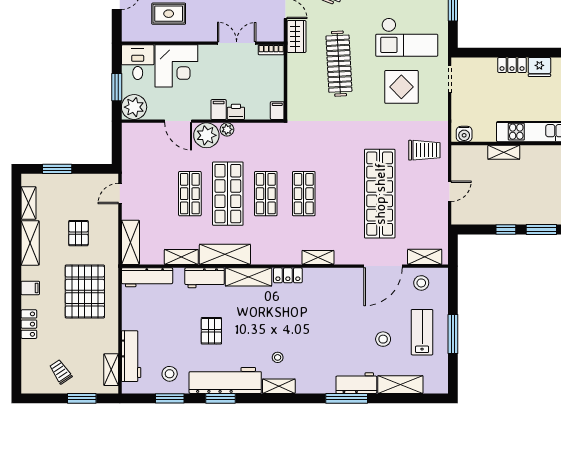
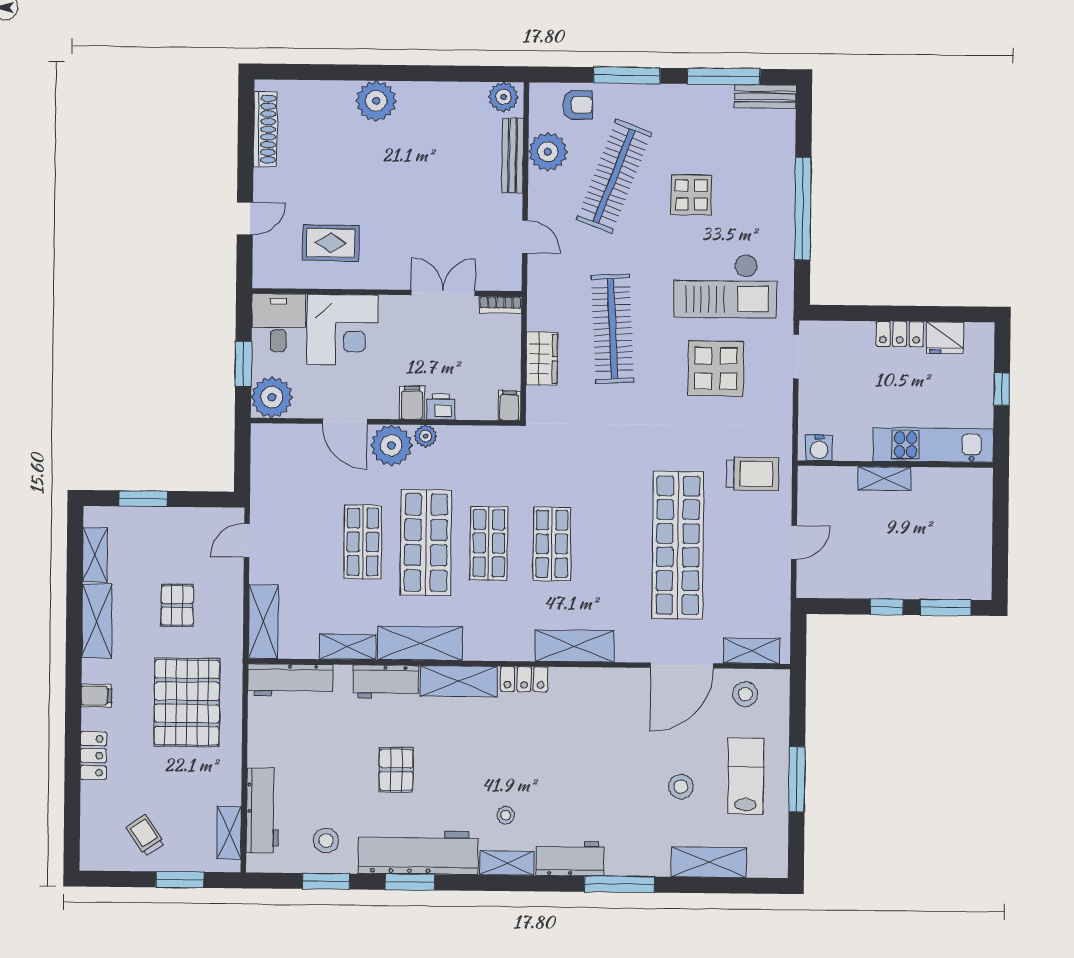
wardrobe: (297, 37) -> (542, 359), moved
shelving: (318, 257) -> (574, 646), width x1.50, depth x1.33
workbench: (356, 383) -> (570, 858), moved

